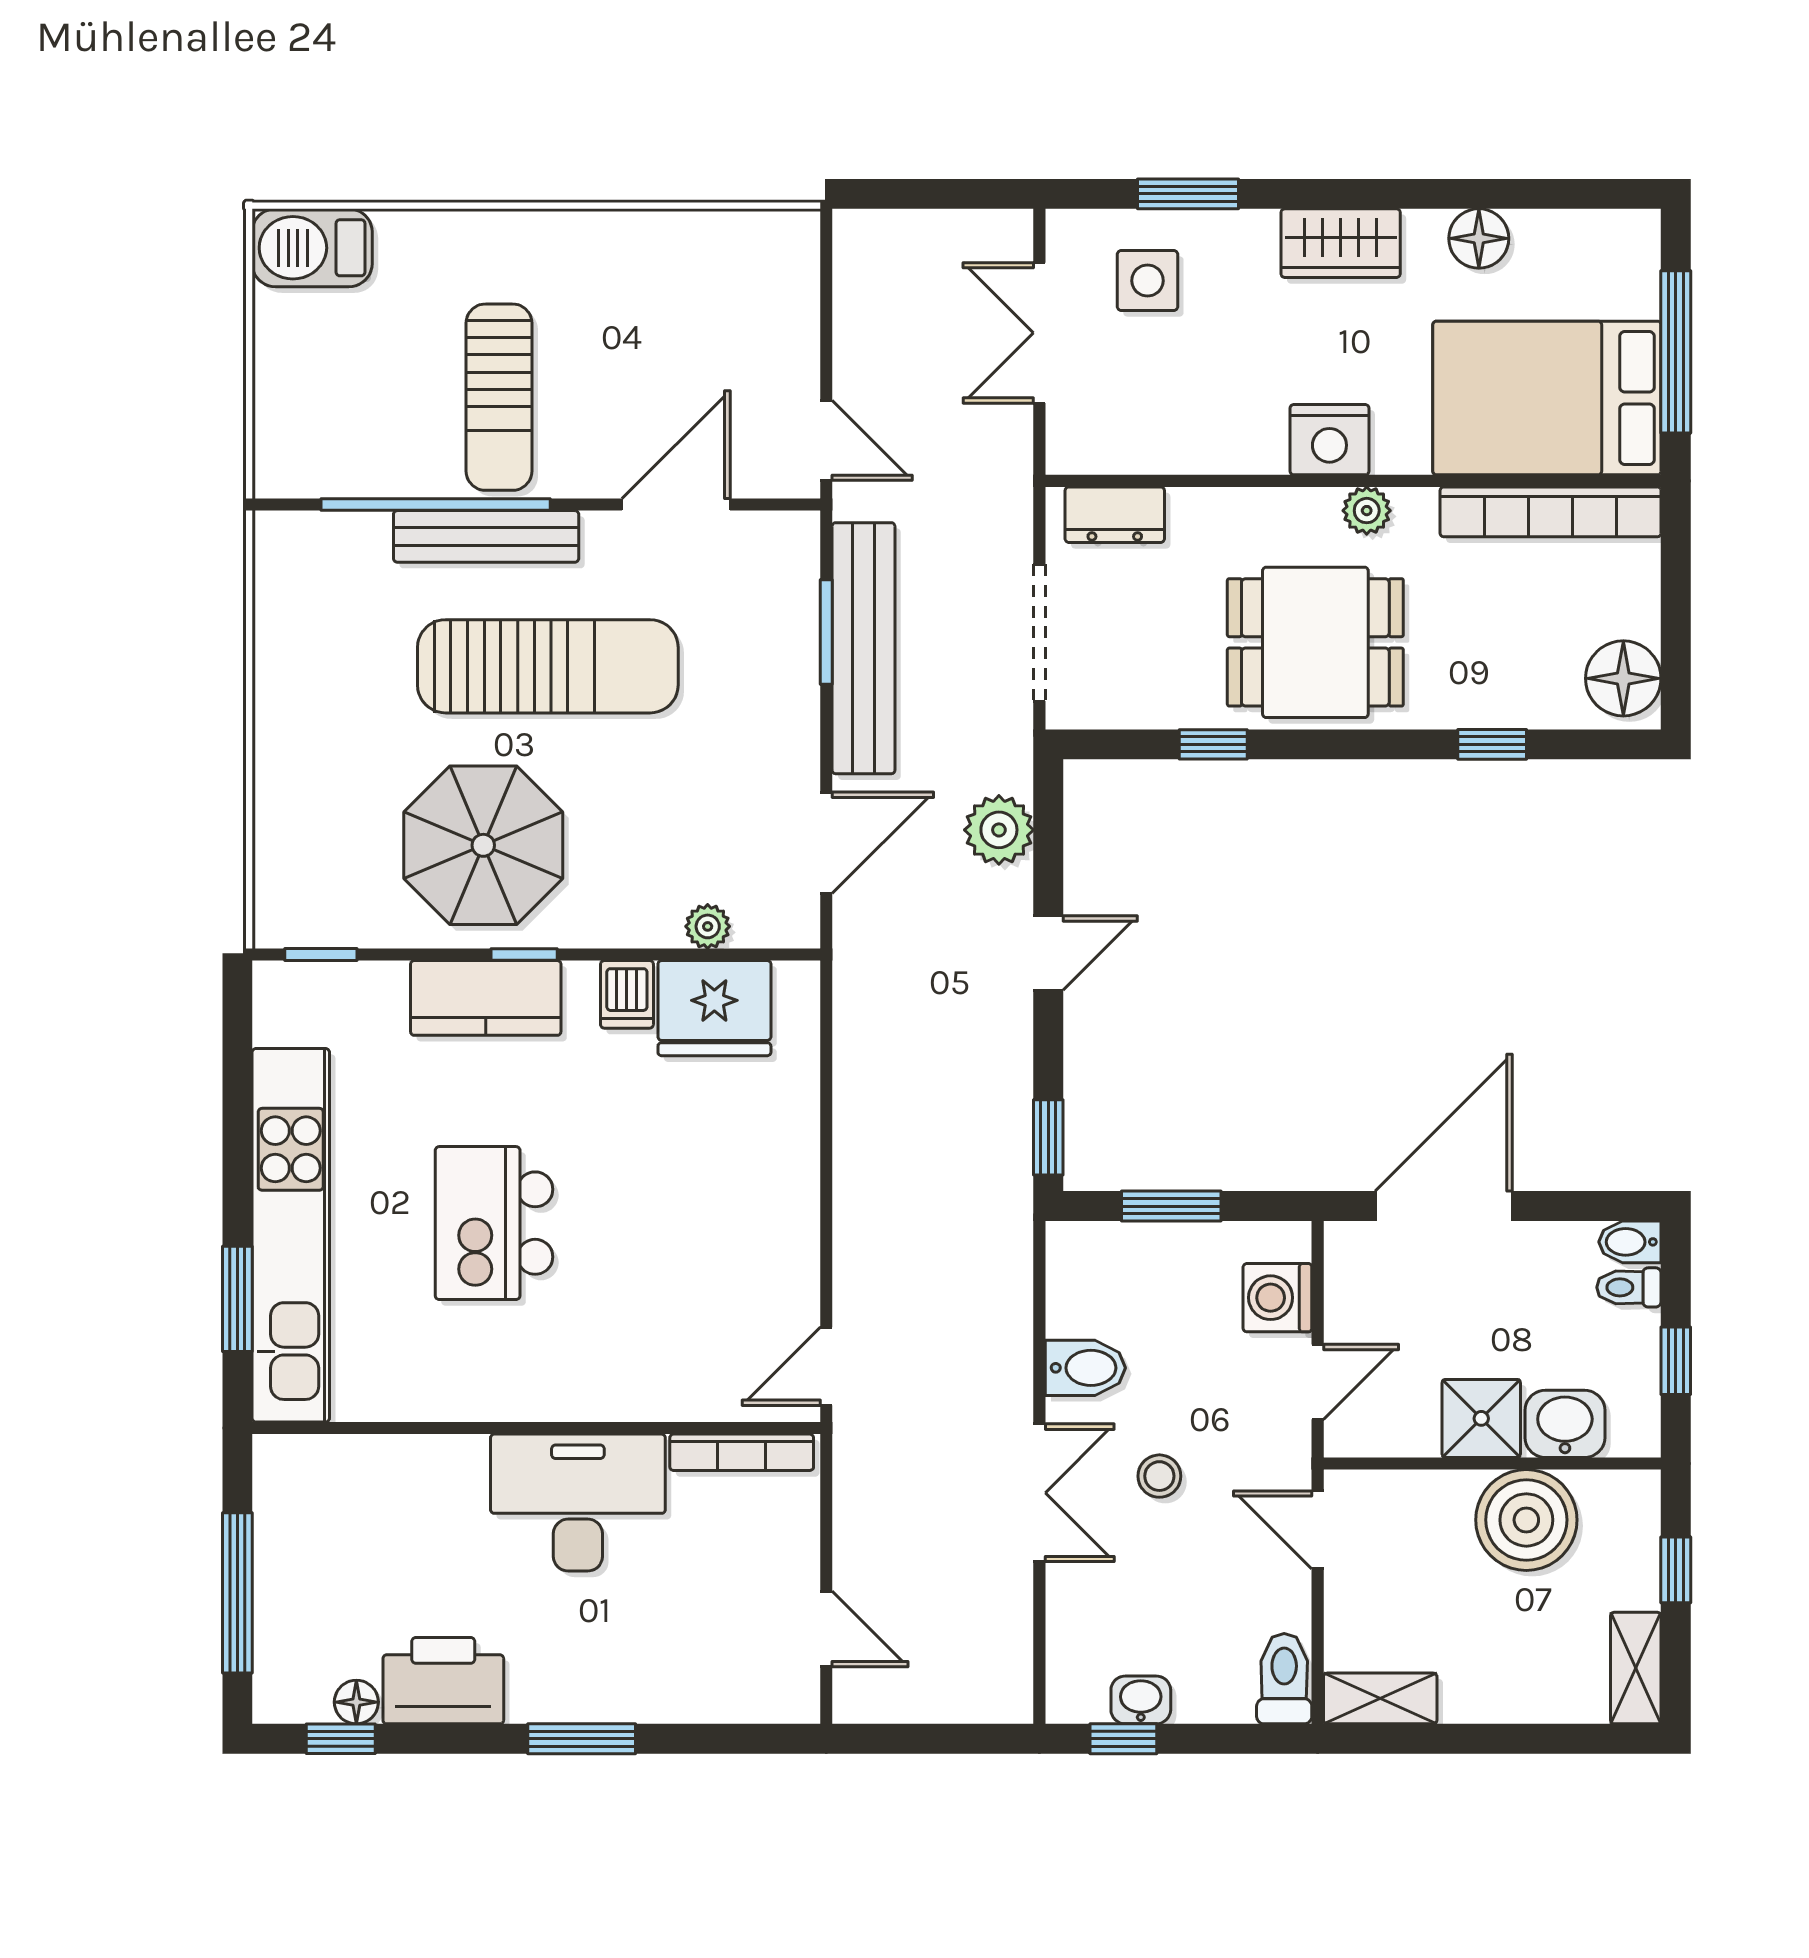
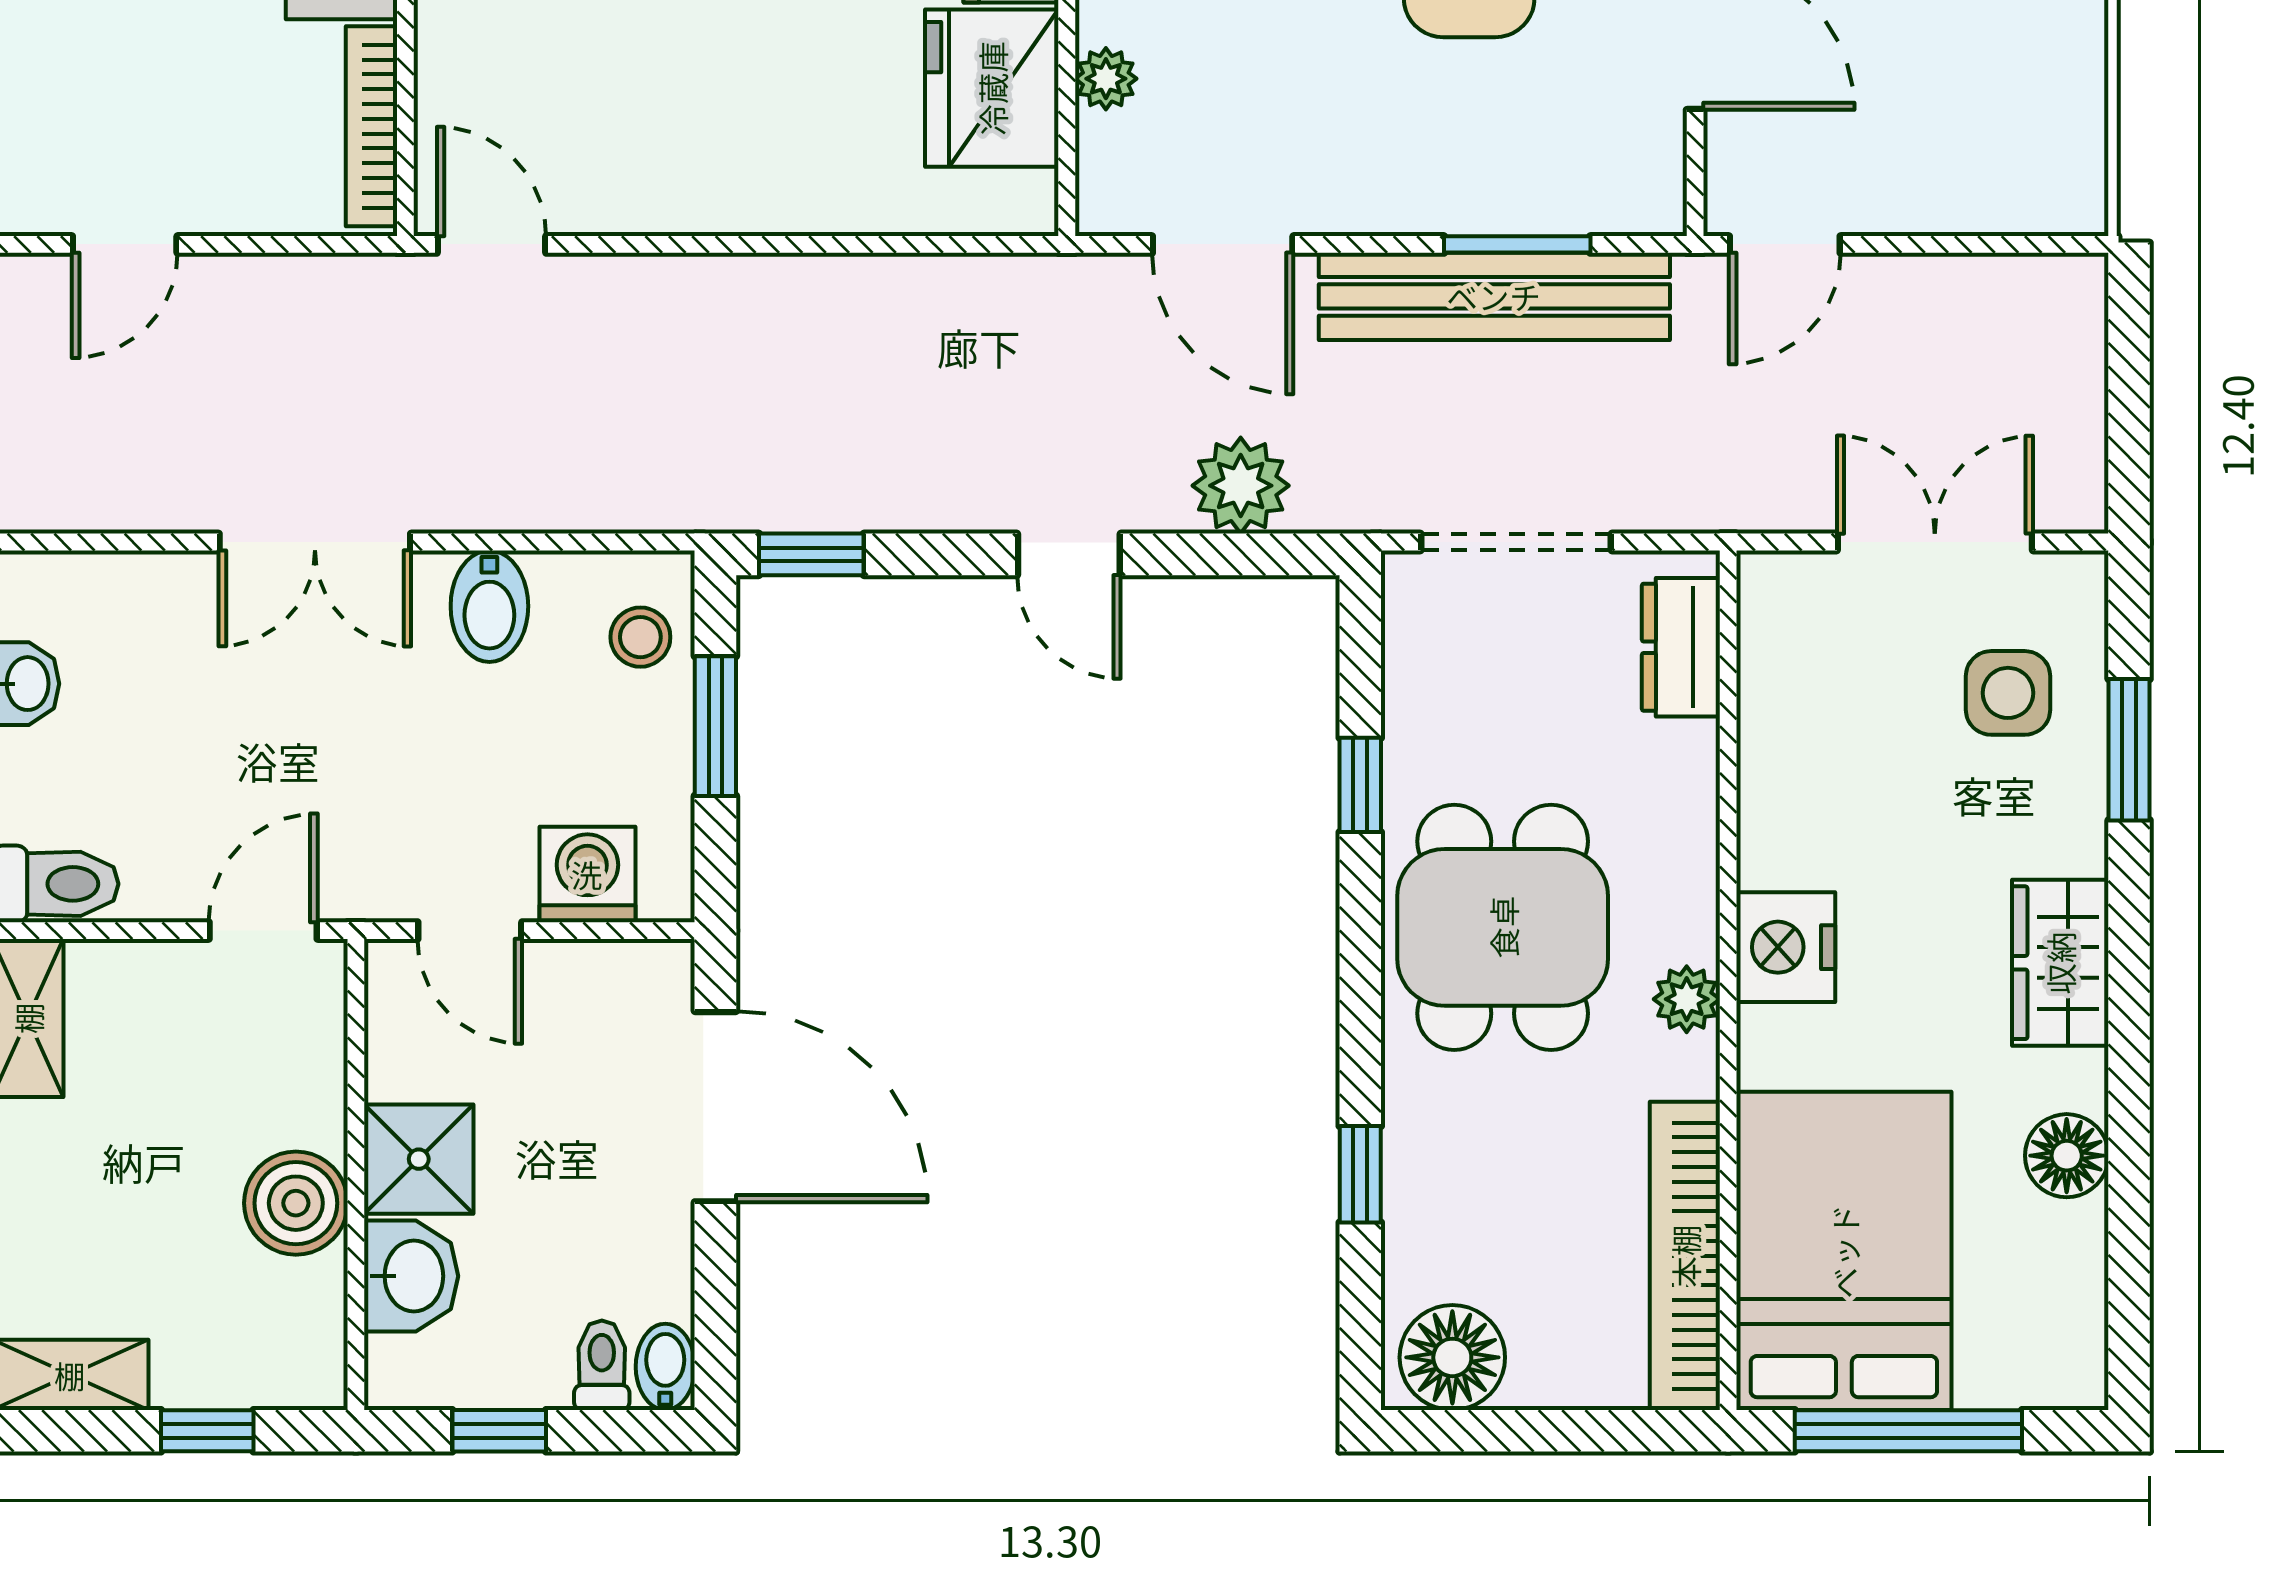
stool: (1159, 1476) -> (640, 637), moved
boiler: (1526, 1520) -> (296, 1203), width x0.73, depth x0.73

